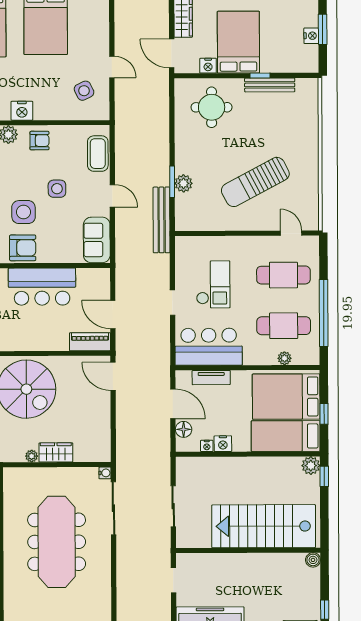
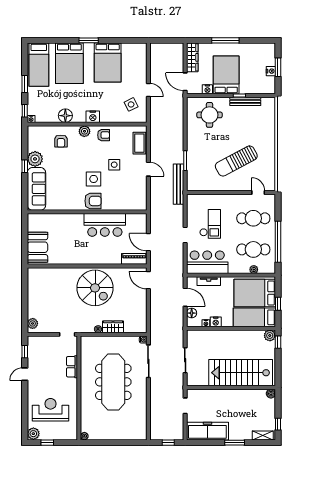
plant: (184, 183) -> (192, 162), removed
sofa: (97, 240) -> (139, 196), removed

